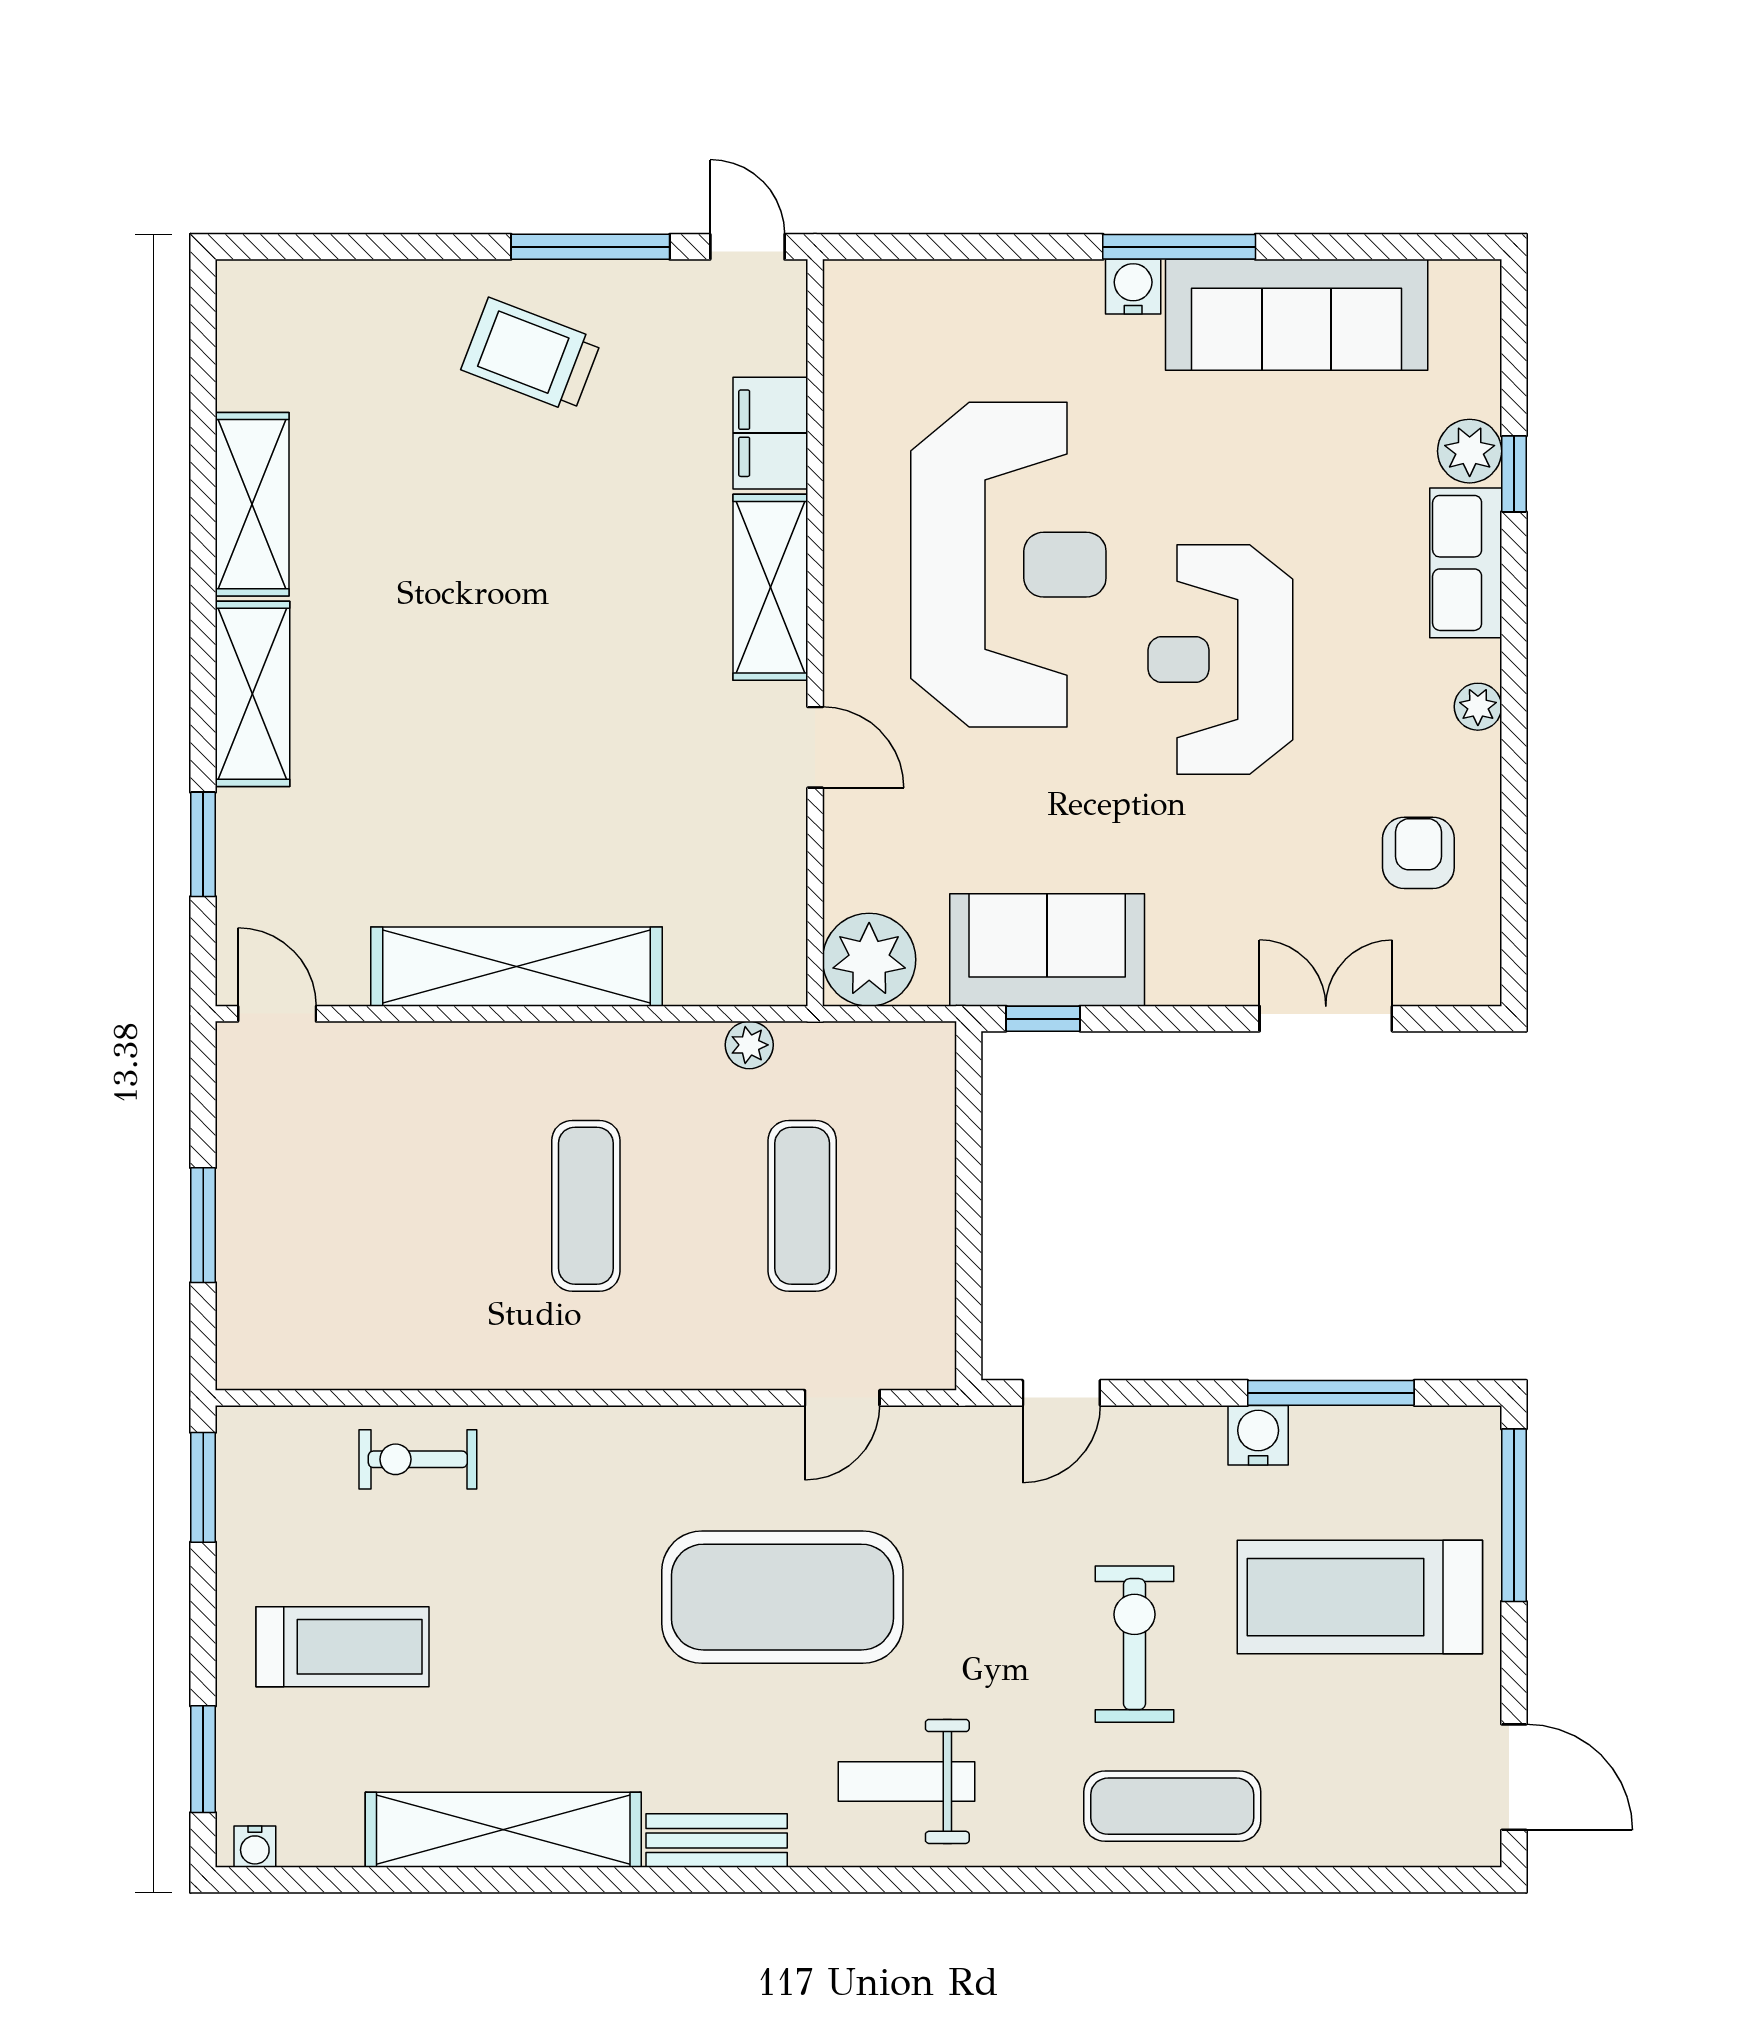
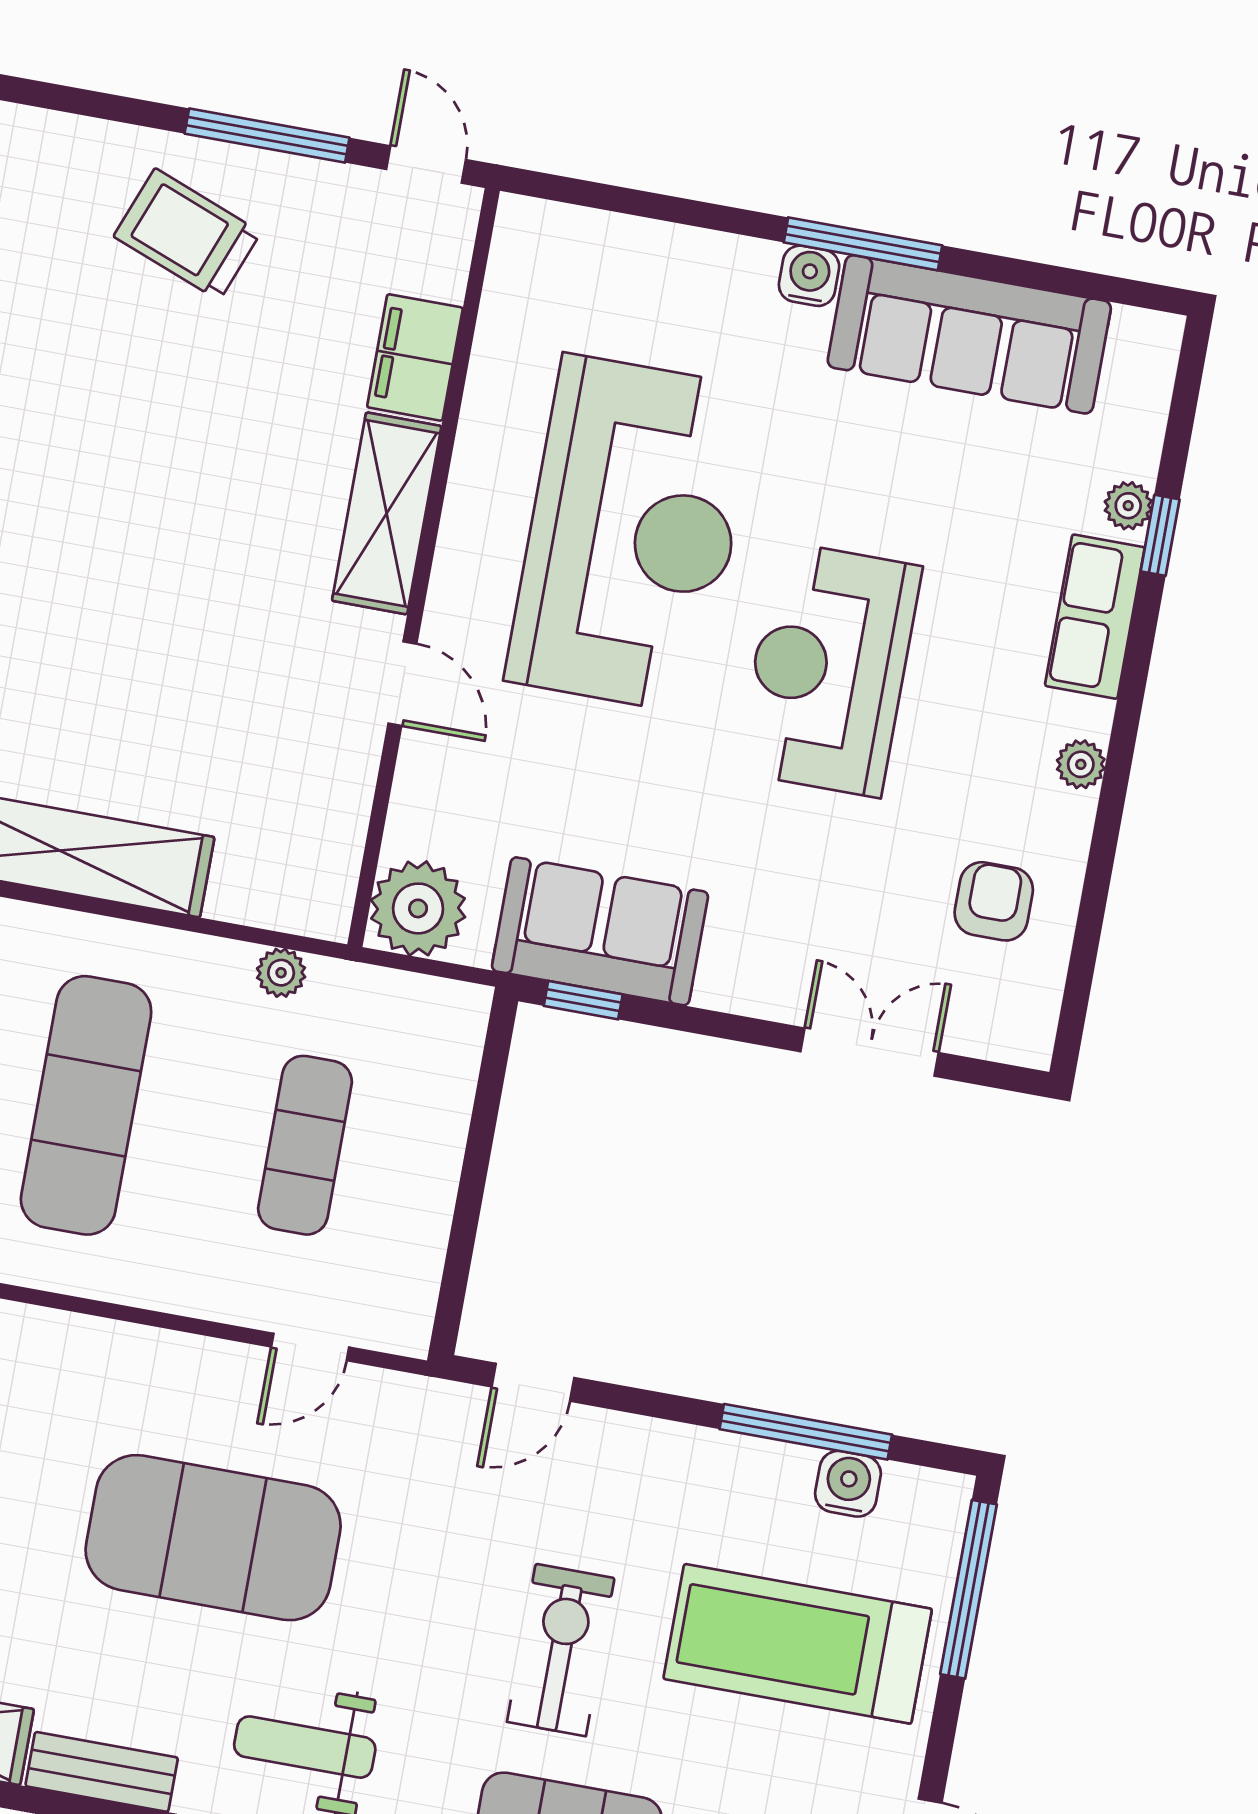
plant: (1470, 451) -> (1128, 506), width x0.73, depth x0.73
exercise mat: (586, 1206) -> (86, 1105), width x1.36, depth x1.45
water cooler: (1258, 1435) -> (848, 1484), moved

